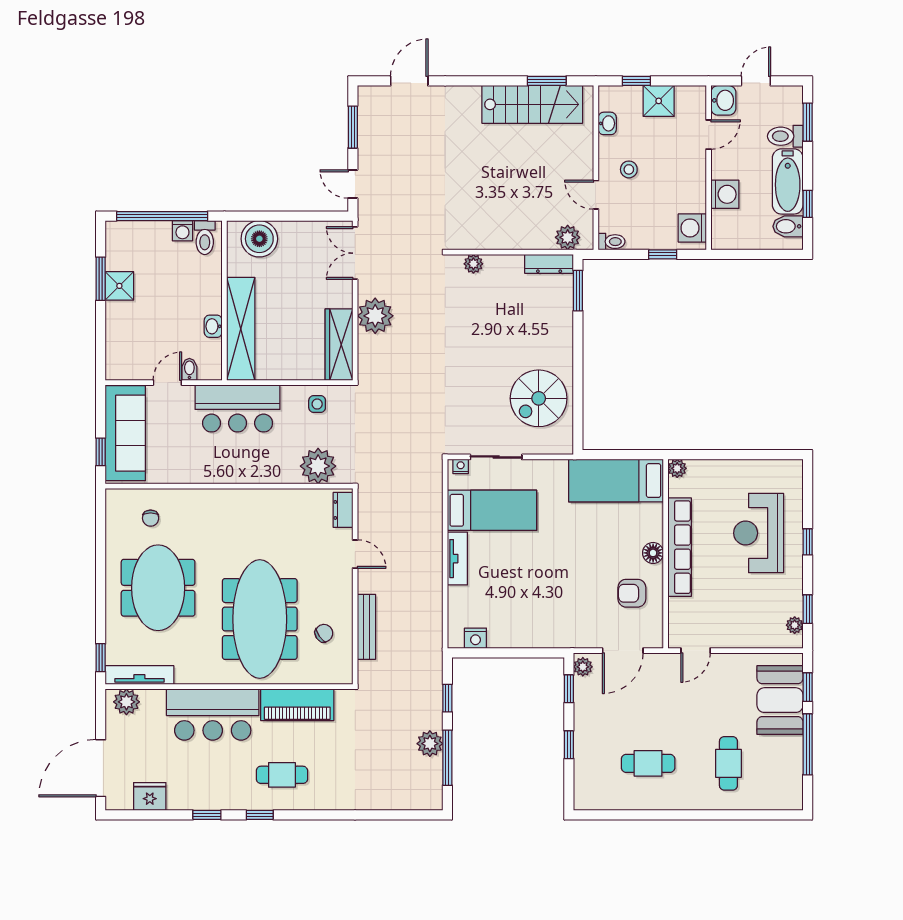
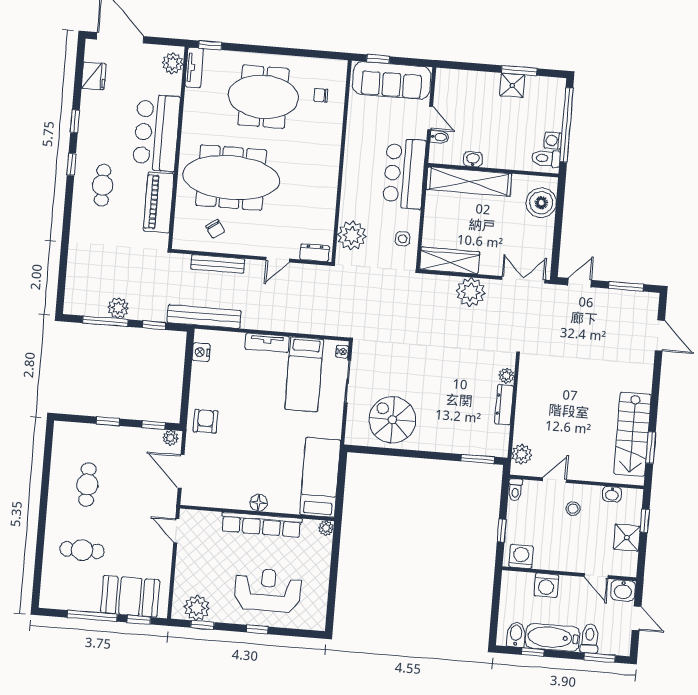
dresser: (549, 264) -> (504, 405), moved
armchair: (632, 593) -> (205, 421), moved
plant: (795, 625) -> (197, 608), width x1.87, depth x1.87
bench: (432, 638) -> (204, 317), added
tv unit: (139, 675) -> (194, 68), width x0.71

